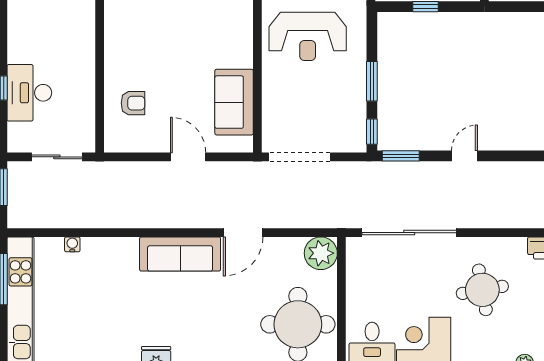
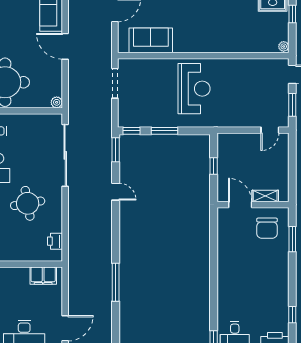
reception desk: (308, 36) -> (194, 89), turned 180
doorway: (300, 157) -> (115, 83), width x0.73
plant: (321, 253) -> (57, 102), width x0.53, depth x0.53

